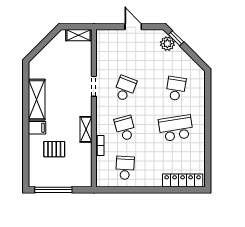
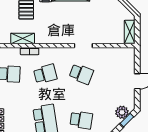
shelving: (86, 129) -> (23, 39), moved

